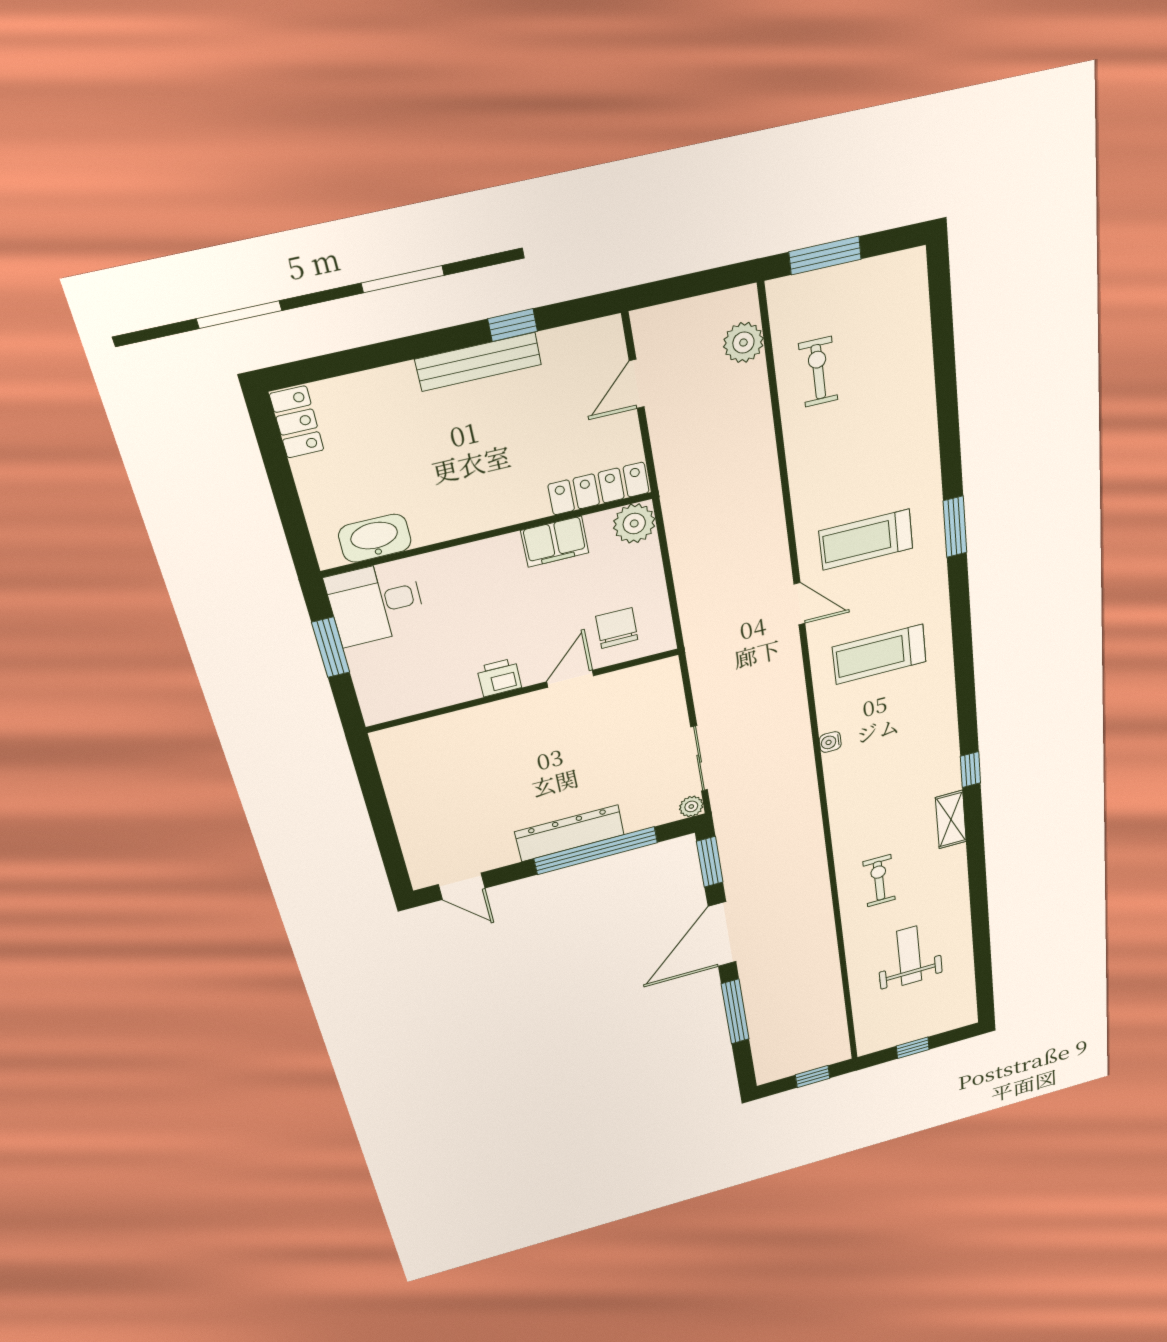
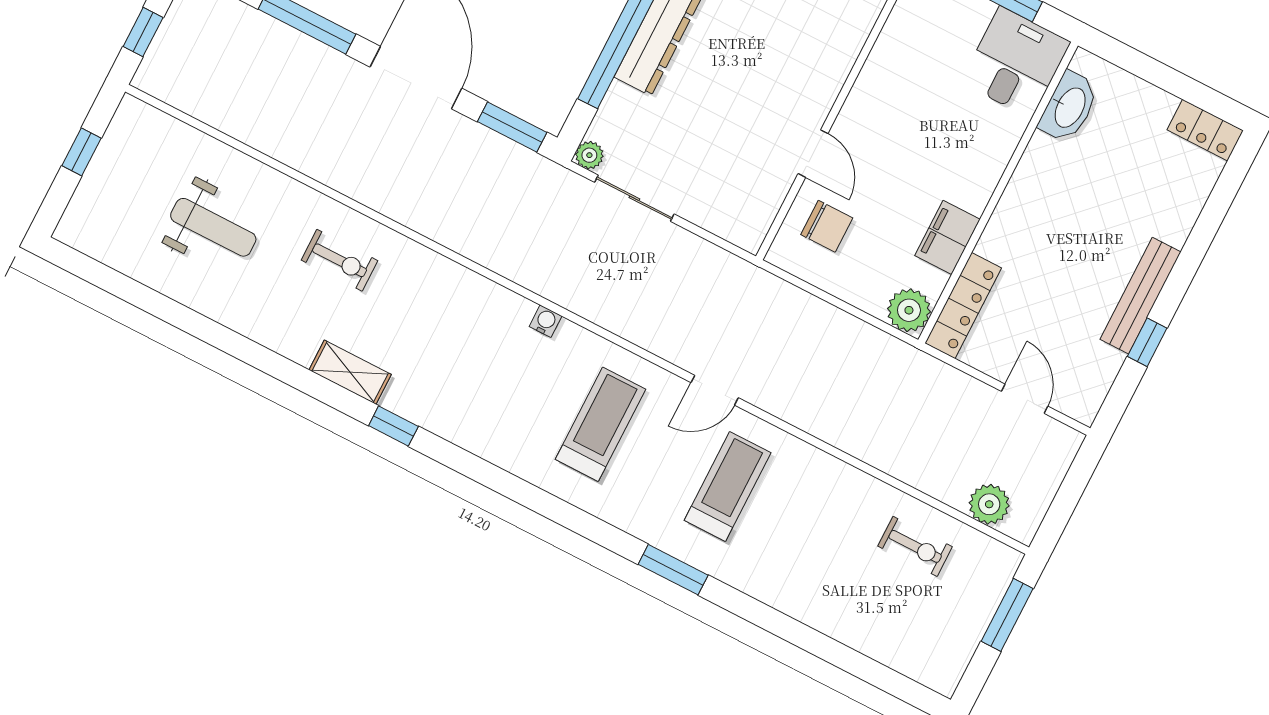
printer: (499, 677) -> (866, 100), removed

